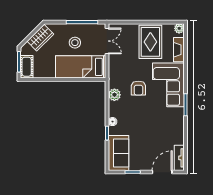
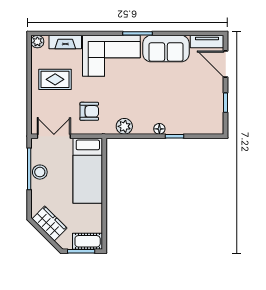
rug: (150, 42) -> (55, 79), width x0.73, depth x0.70
stool: (75, 43) -> (40, 172), moved
armchair: (138, 88) -> (89, 111), moved
sofa: (119, 153) -> (166, 49), moved, turned 180

